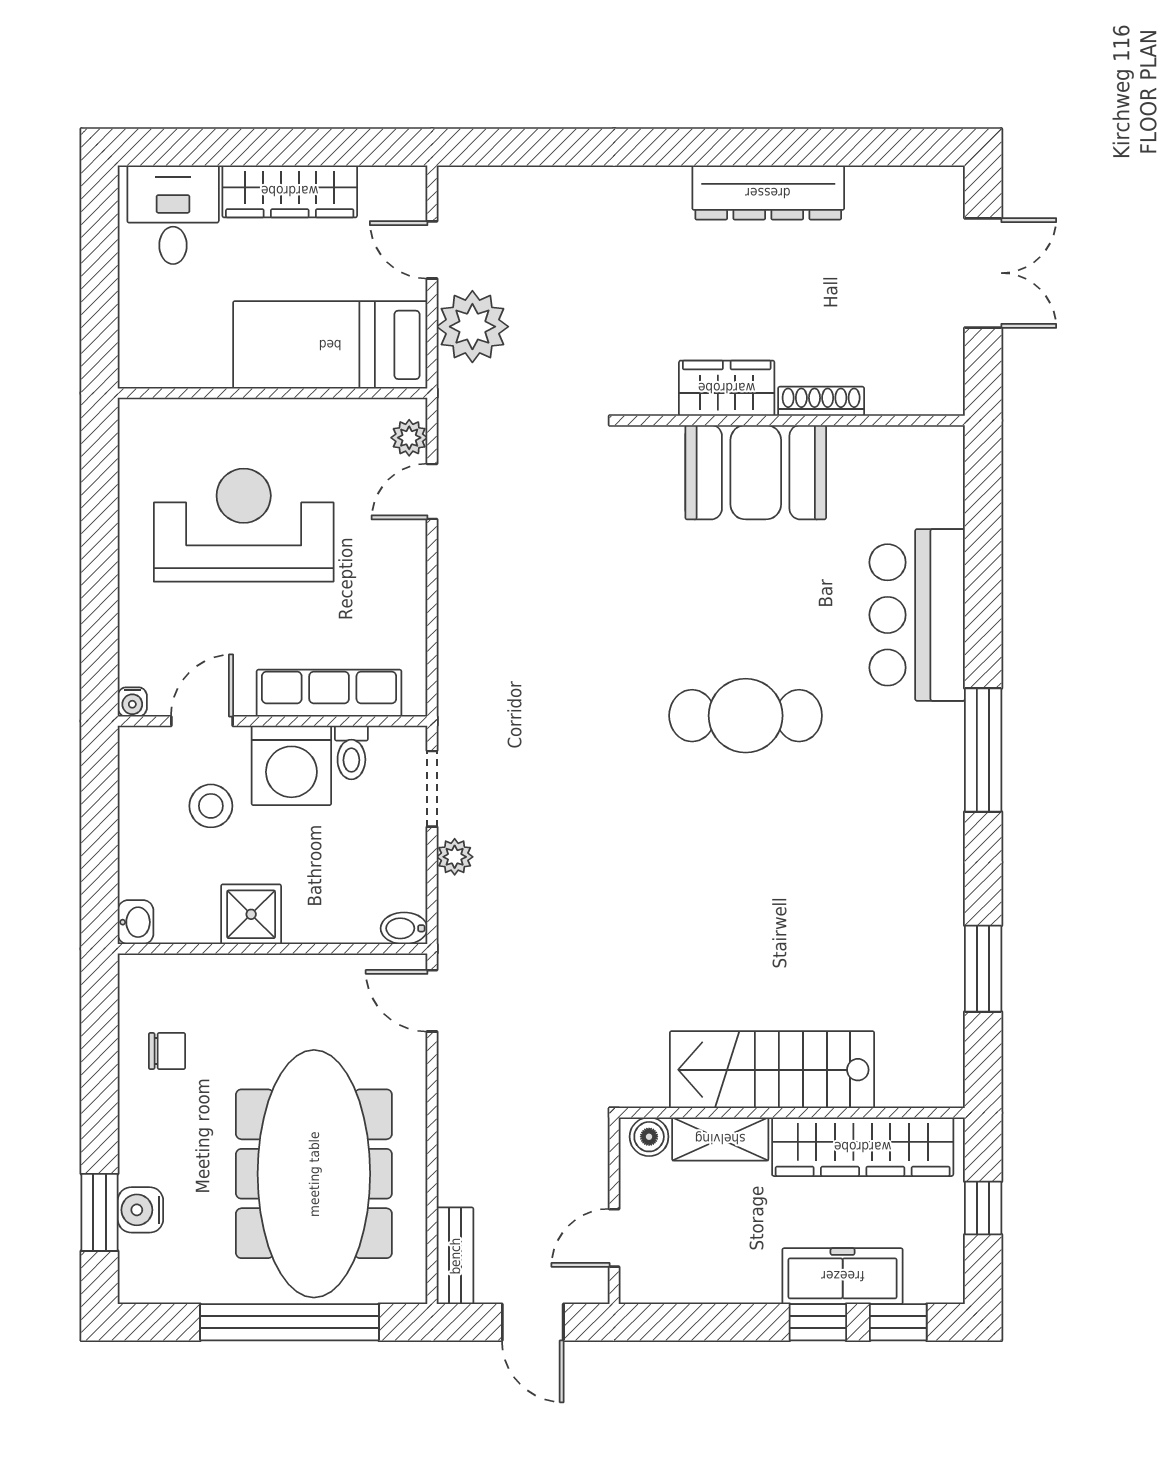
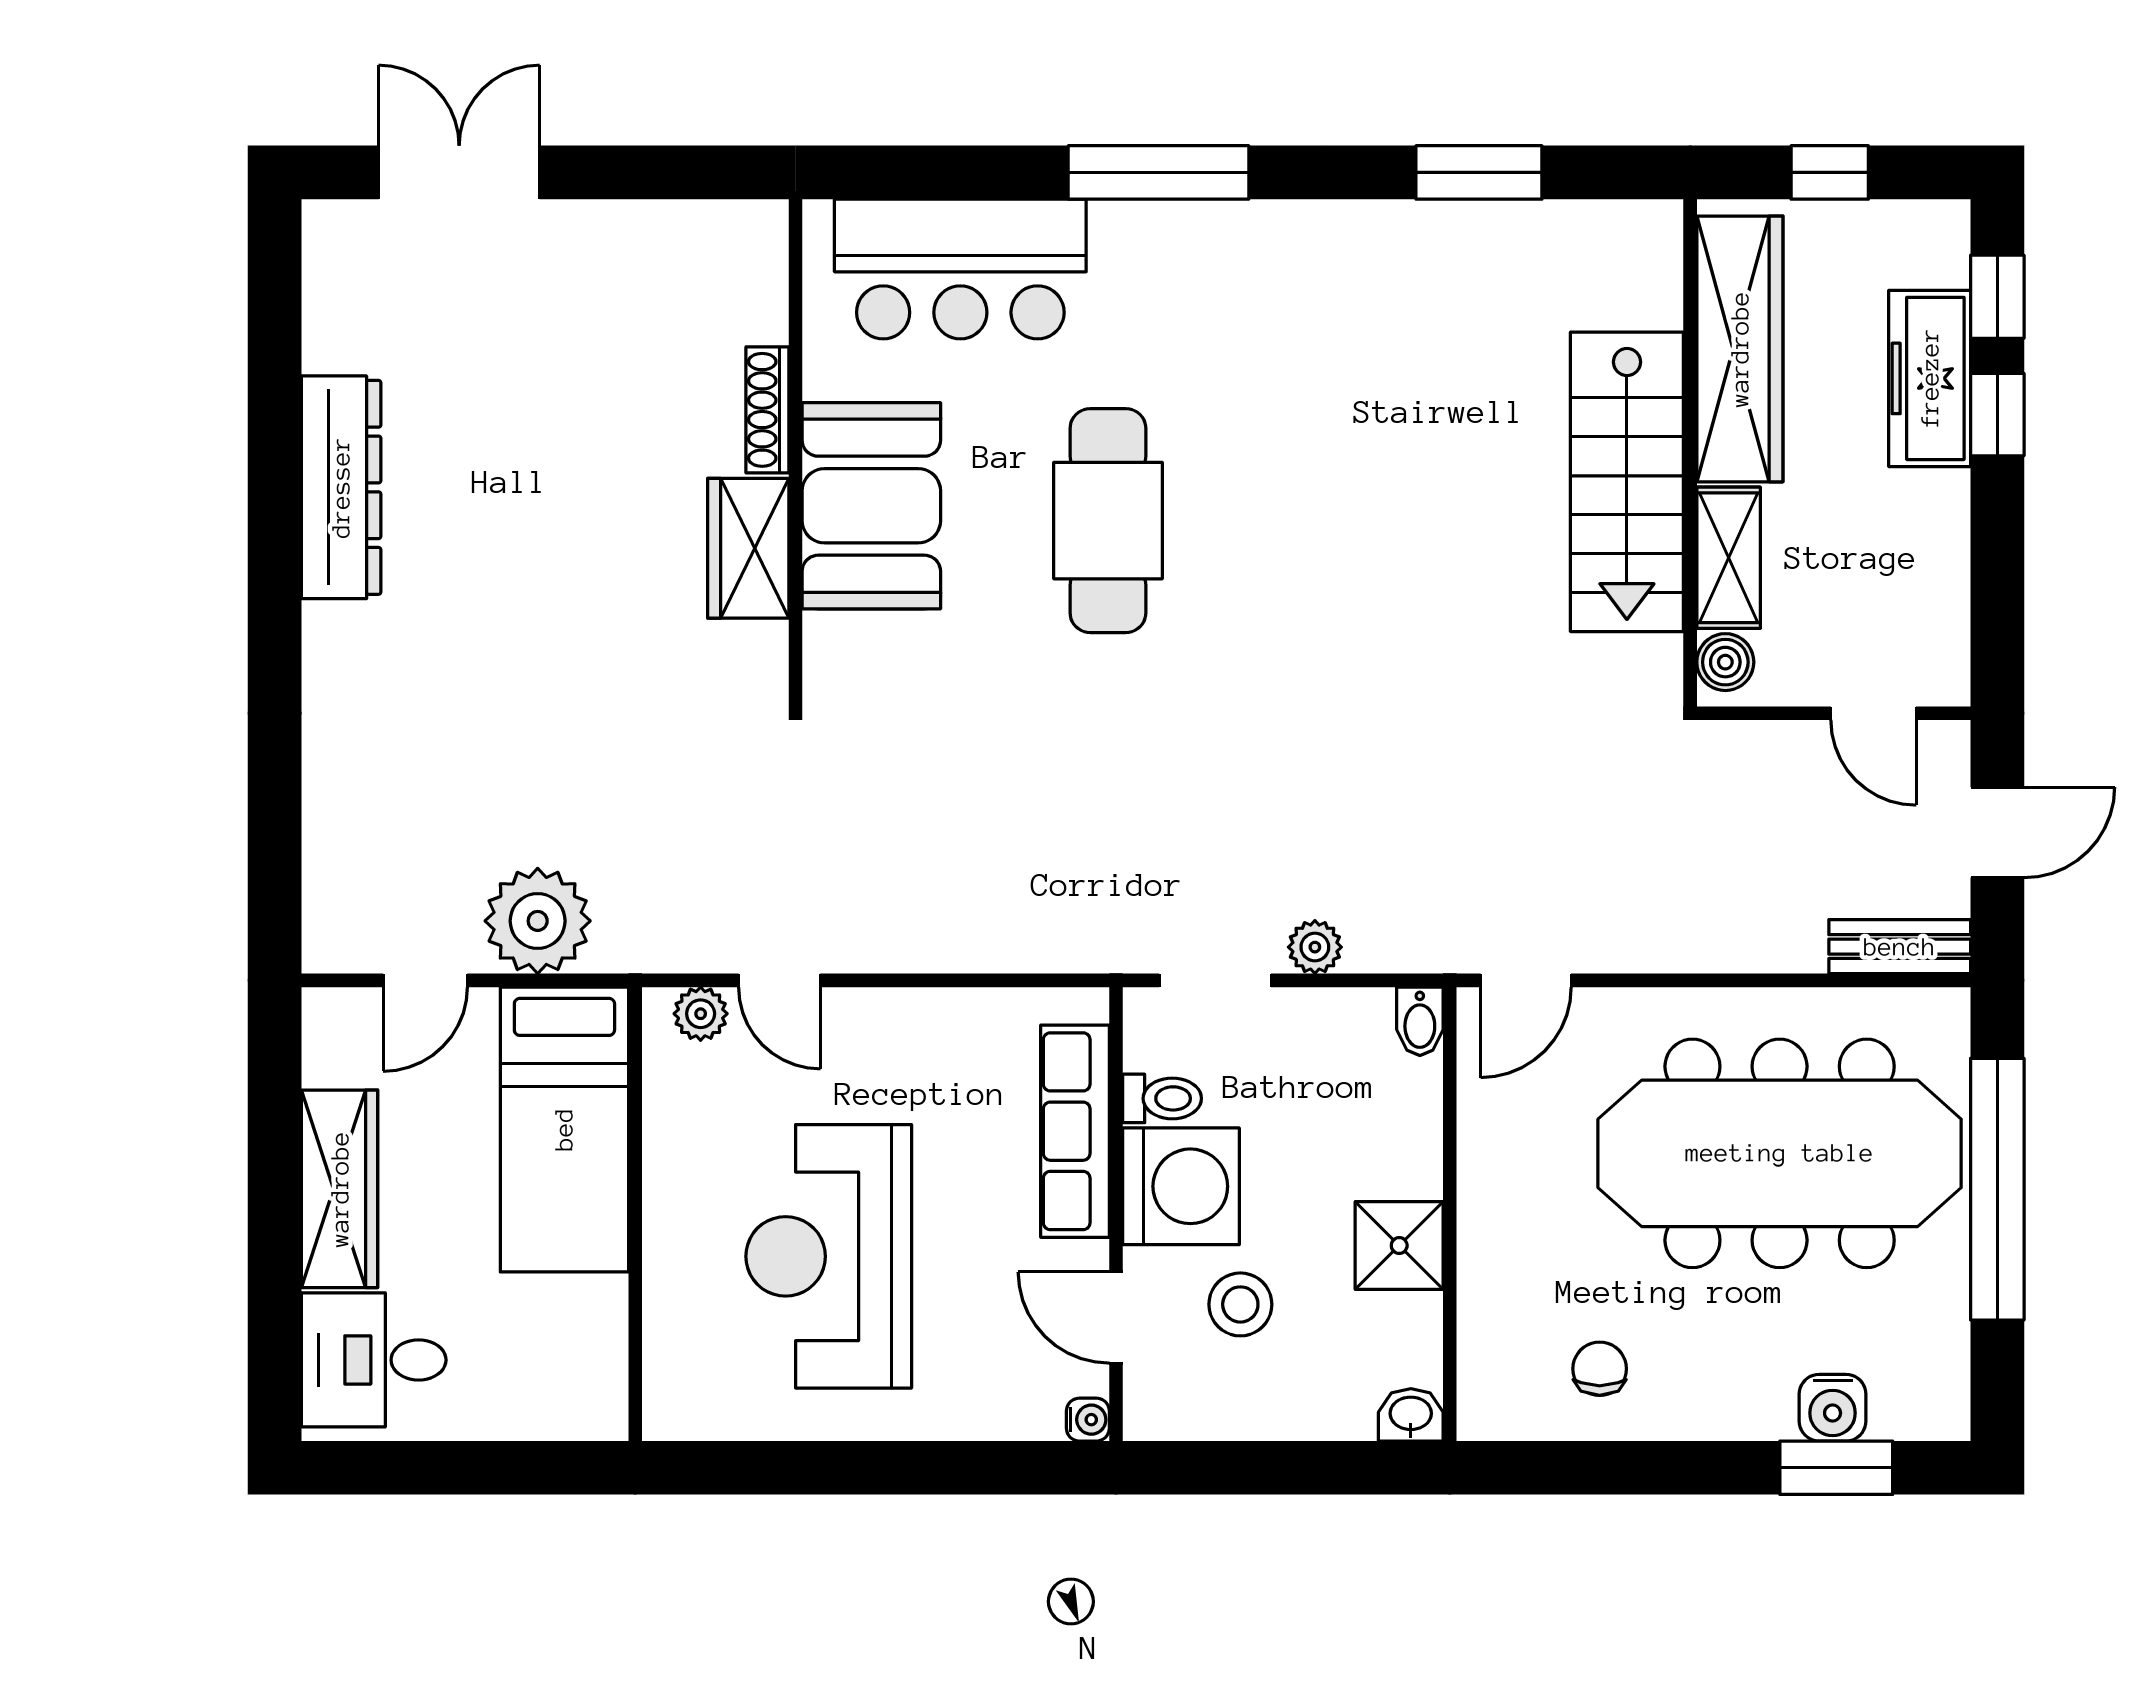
wardrobe: (727, 388) -> (748, 548), moved
shoe rack: (821, 401) -> (767, 410), moved
wall: (792, 420) -> (795, 453), moved
booth: (756, 472) -> (871, 506), moved

